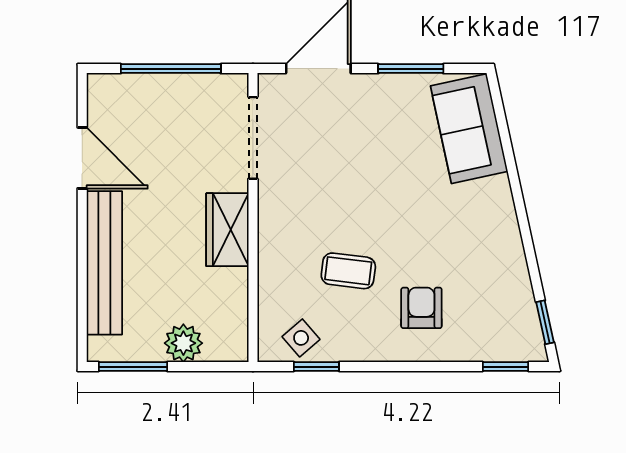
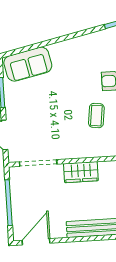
door: (82, 158) -> (36, 242), moved

